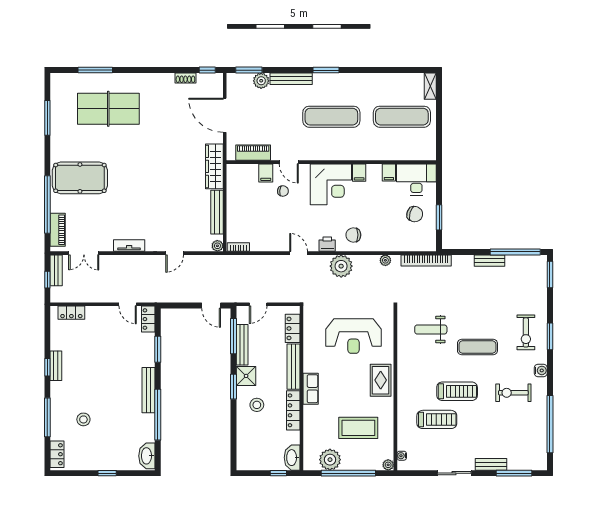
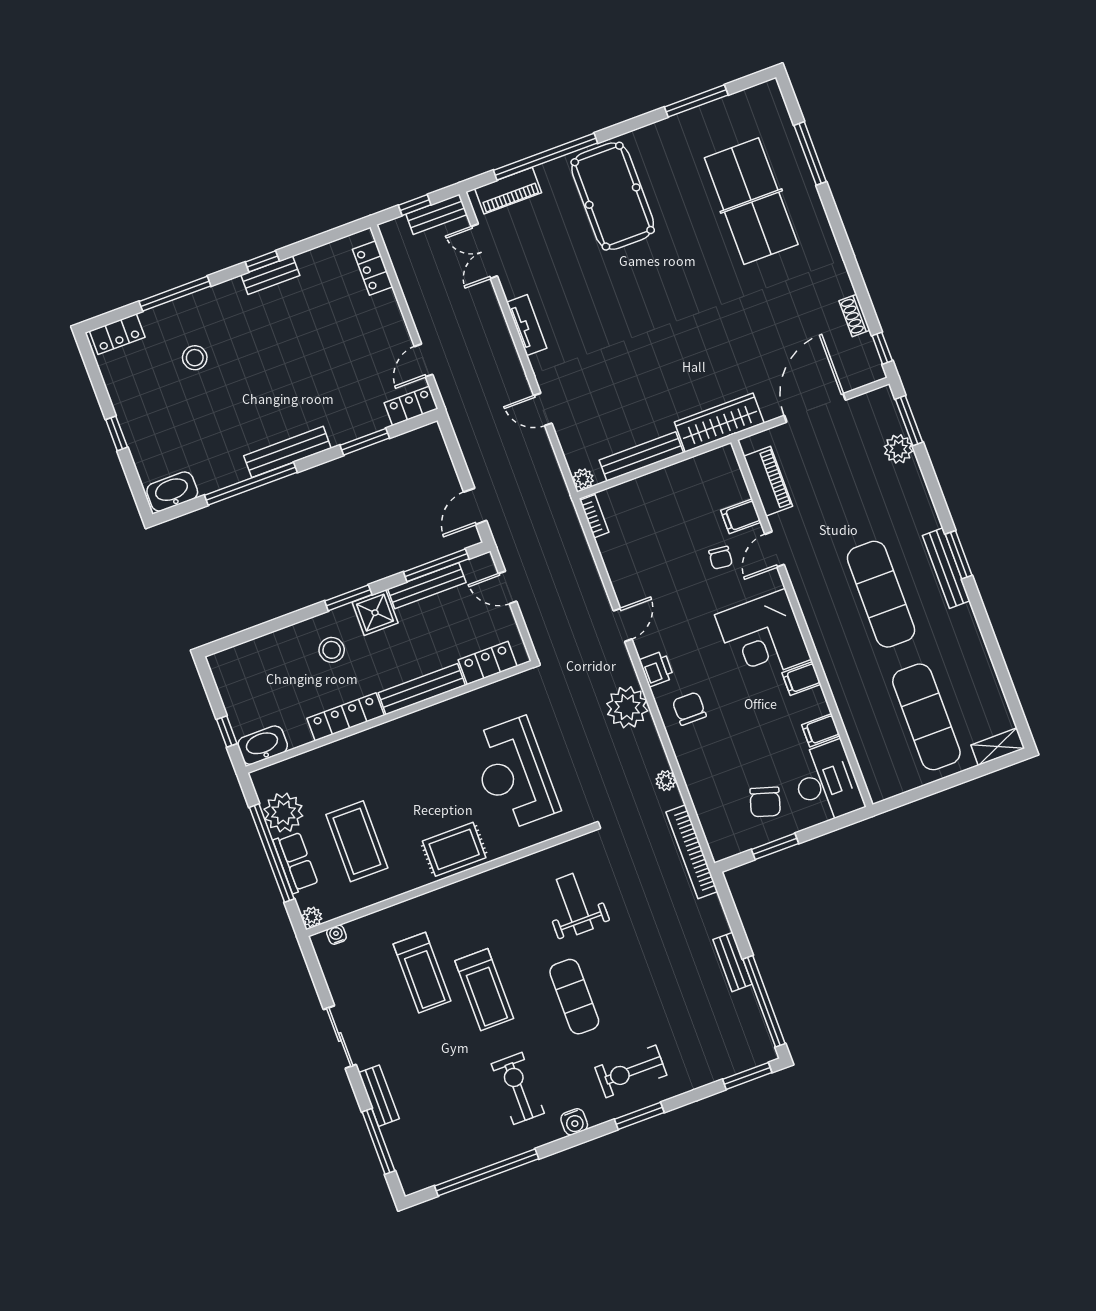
bench: (291, 79) -> (946, 568), moved
row of seats: (311, 389) -> (296, 862), moved, turned -90

